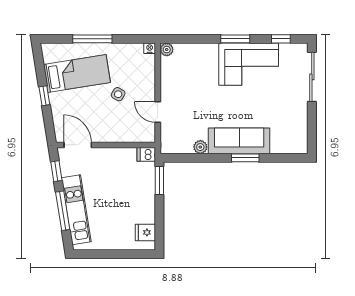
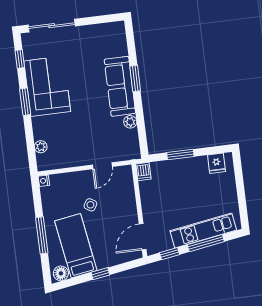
plant: (167, 50) -> (41, 147), moved
floor lamp: (50, 54) -> (61, 273), added
window: (159, 180) -> (180, 155), moved

